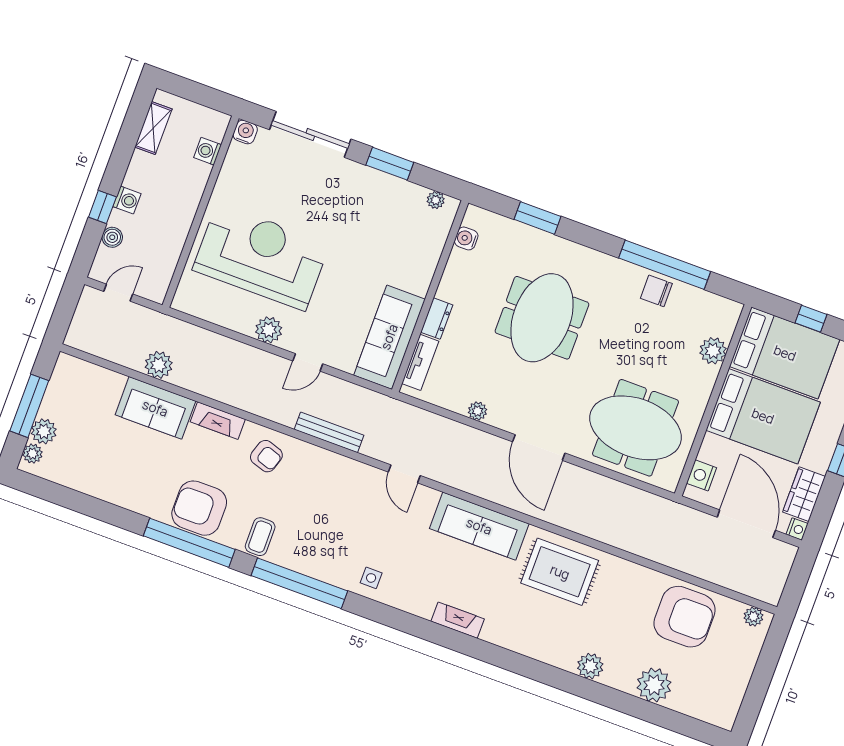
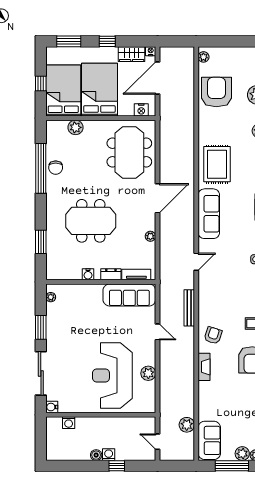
shelving: (153, 128) -> (67, 455), removed
boiler: (112, 237) -> (96, 455), moved
water cooler: (466, 238) -> (88, 274), moved
plant: (269, 330) -> (148, 373), moved
plant: (159, 365) -> (187, 425), moved
sofa: (155, 408) -> (209, 440), moved

